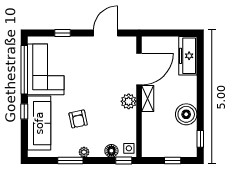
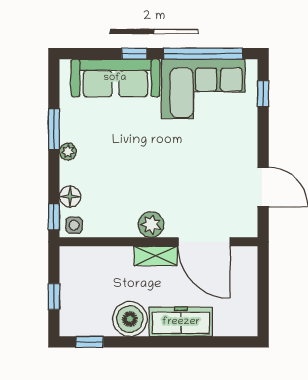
window: (63, 33) -> (263, 94), moved
freezer: (188, 56) -> (181, 322), moved
armchair: (78, 119) -> (122, 142), removed

